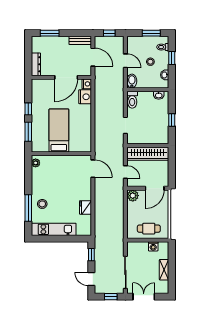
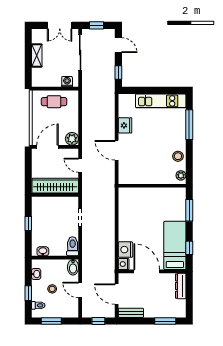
door: (66, 77) -> (147, 271), hinge flipped
window: (28, 109) -> (189, 248), moved
bed: (59, 131) -> (175, 245), moved, turned 180
door: (93, 169) -> (117, 150), moved
stool: (42, 204) -> (178, 156), moved
washing machine: (153, 246) -> (67, 82), moved

